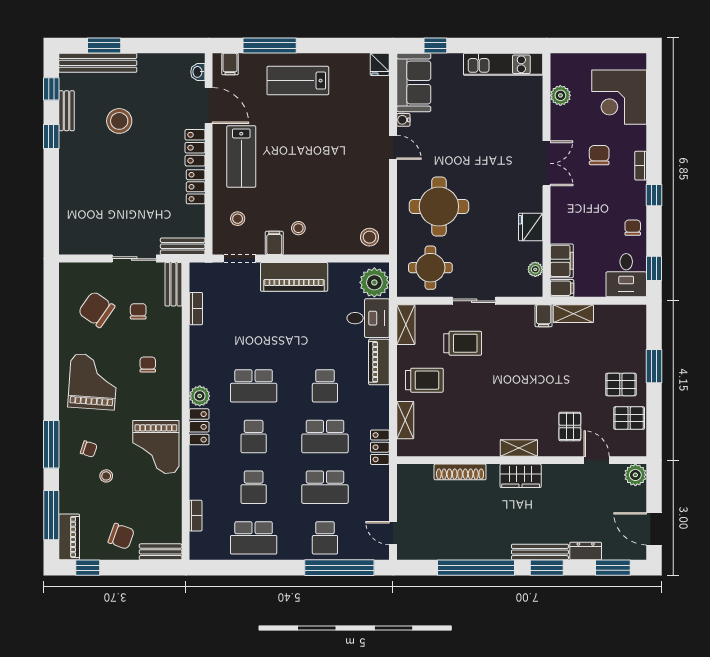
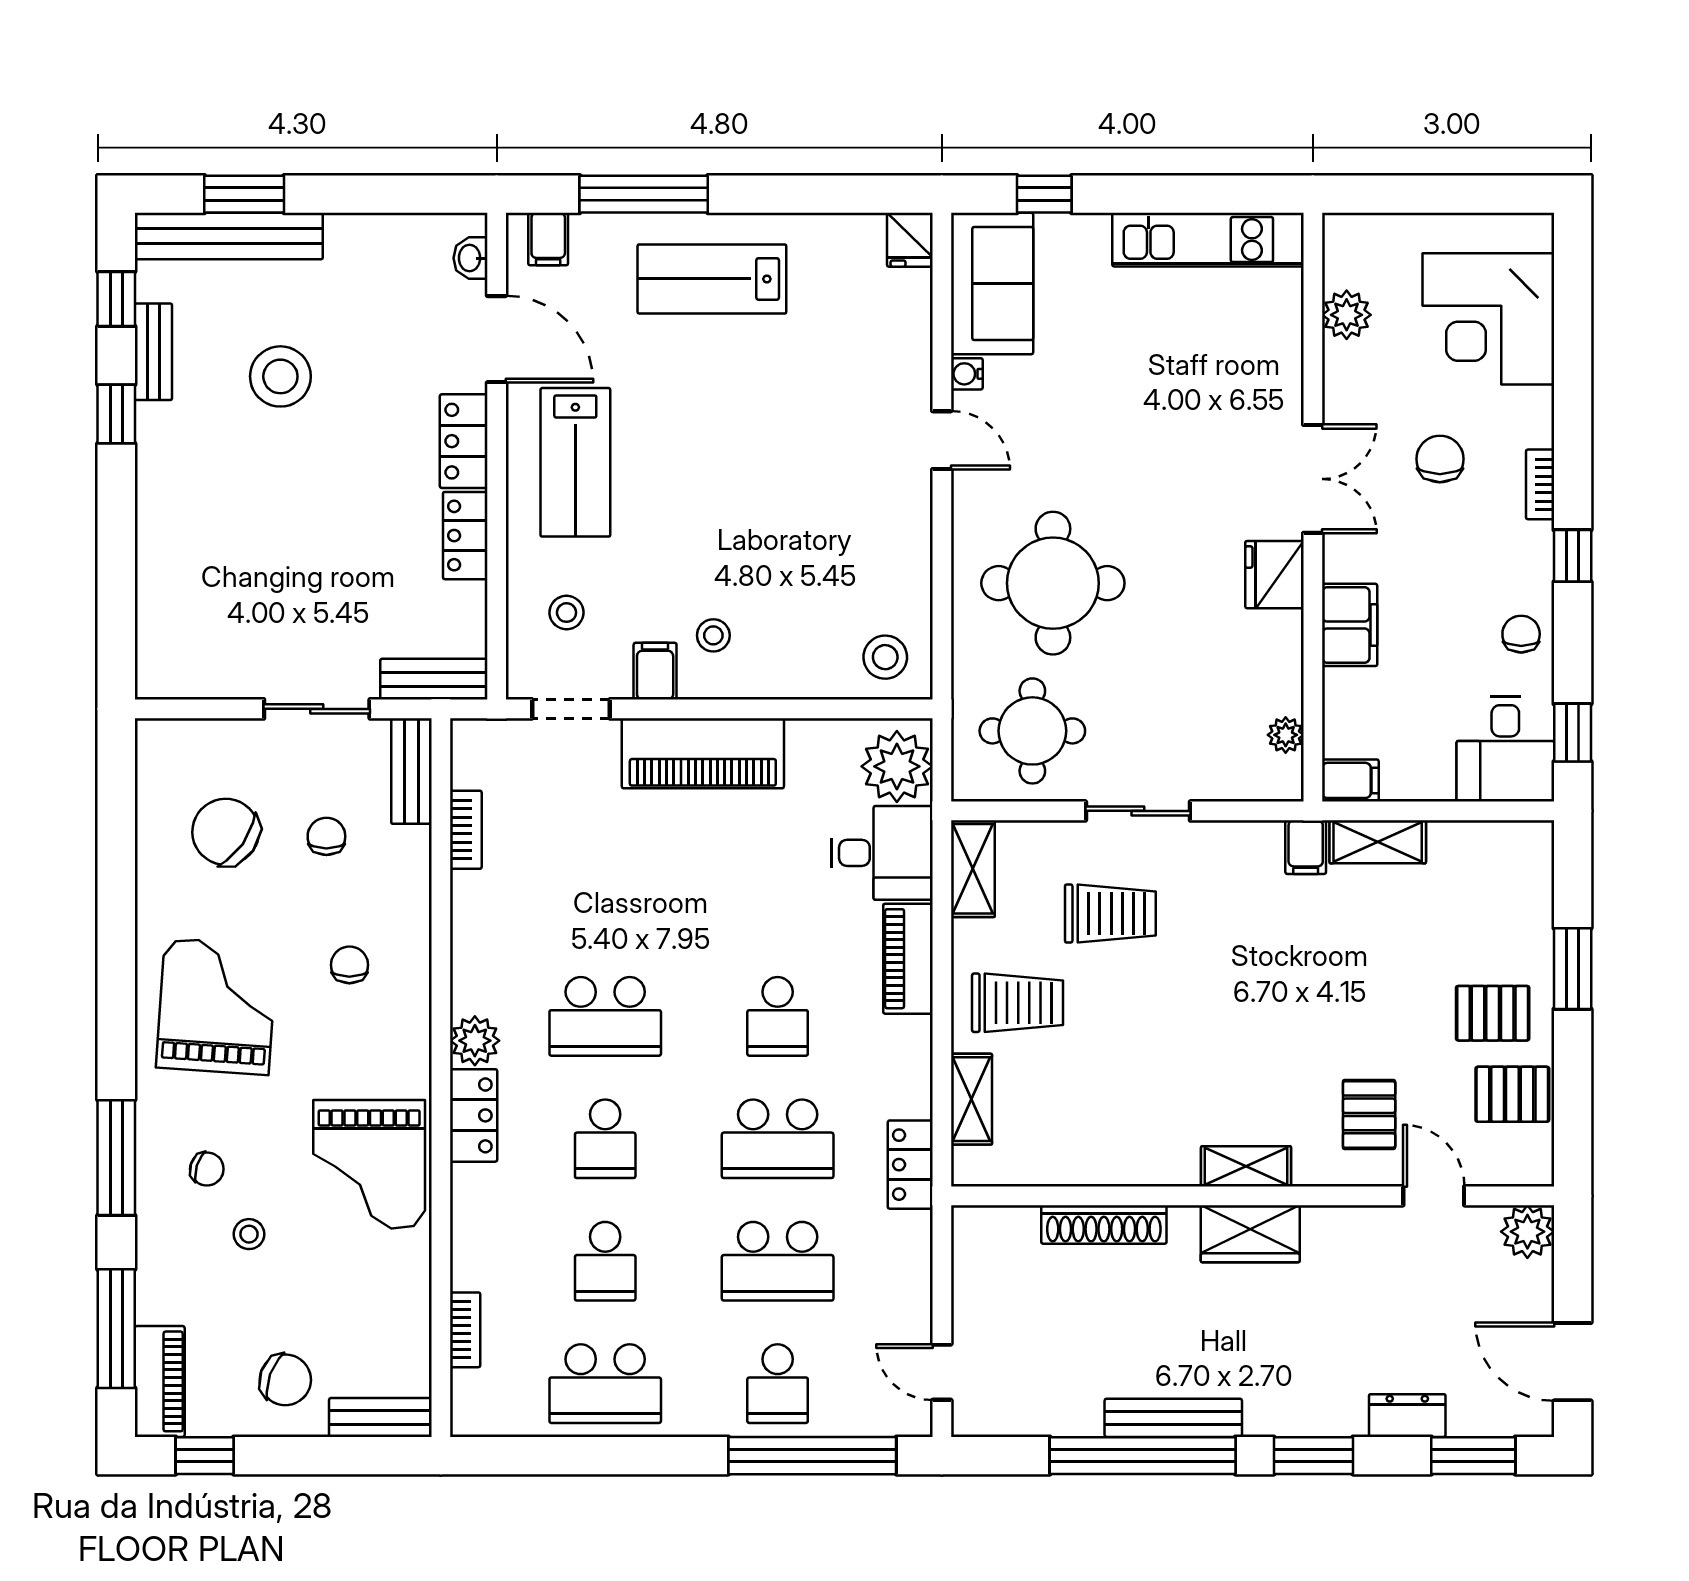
fridge: (531, 227) -> (1274, 575), moved
filing cabinet: (562, 261) -> (1350, 625), moved
bench: (540, 552) -> (1173, 1418), moved

